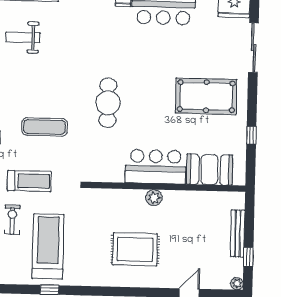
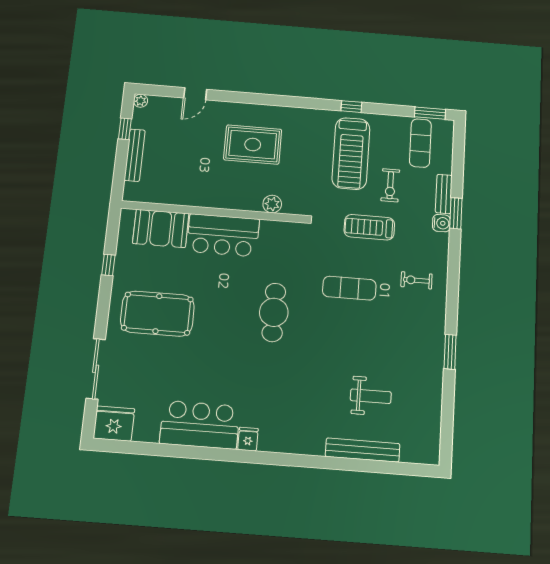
plant: (154, 198) -> (272, 204), moved

